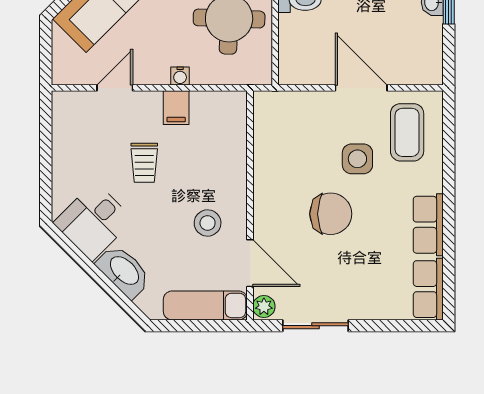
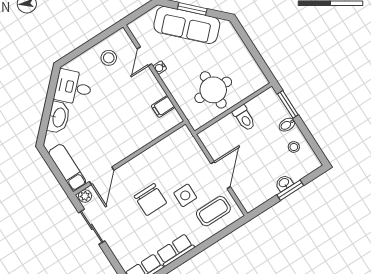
water cooler: (180, 76) -> (160, 68), moved
door: (115, 88) -> (144, 56), swing flipped
filing cabinet: (176, 108) -> (163, 107), moved
trolley: (144, 163) -> (117, 94), removed
stool: (208, 223) -> (109, 58), moved

